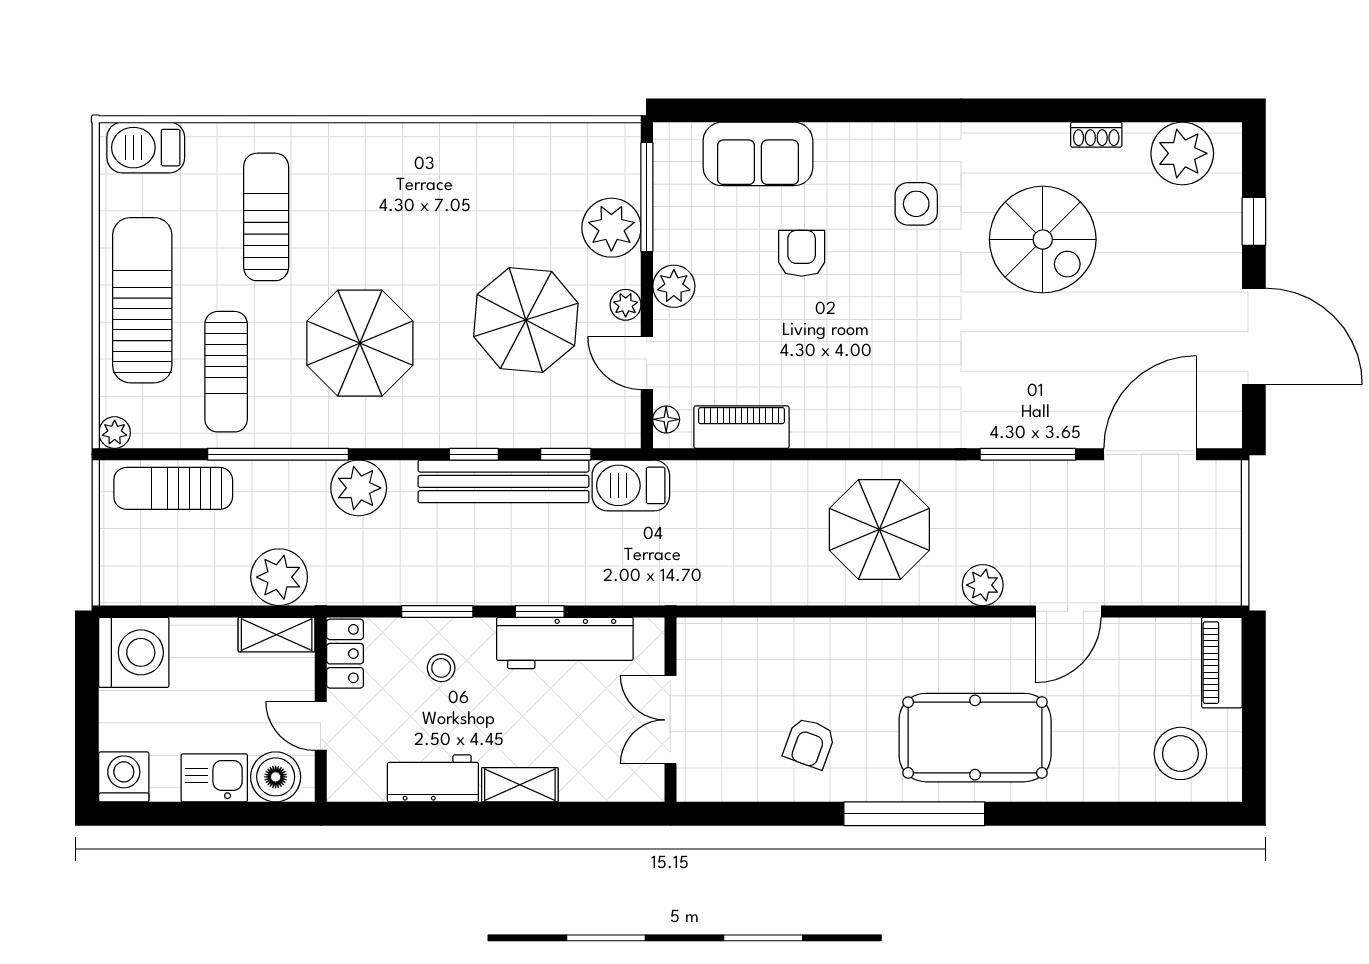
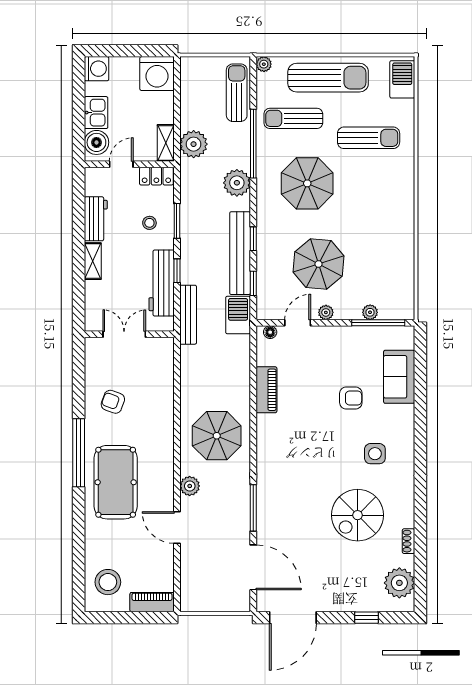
plant: (611, 228) -> (370, 312), width x0.53, depth x0.53
plant: (674, 286) -> (335, 336), removed
door: (1254, 336) -> (293, 618), moved
piano: (741, 427) -> (266, 390), moved
bench: (630, 588) -> (188, 315), added

